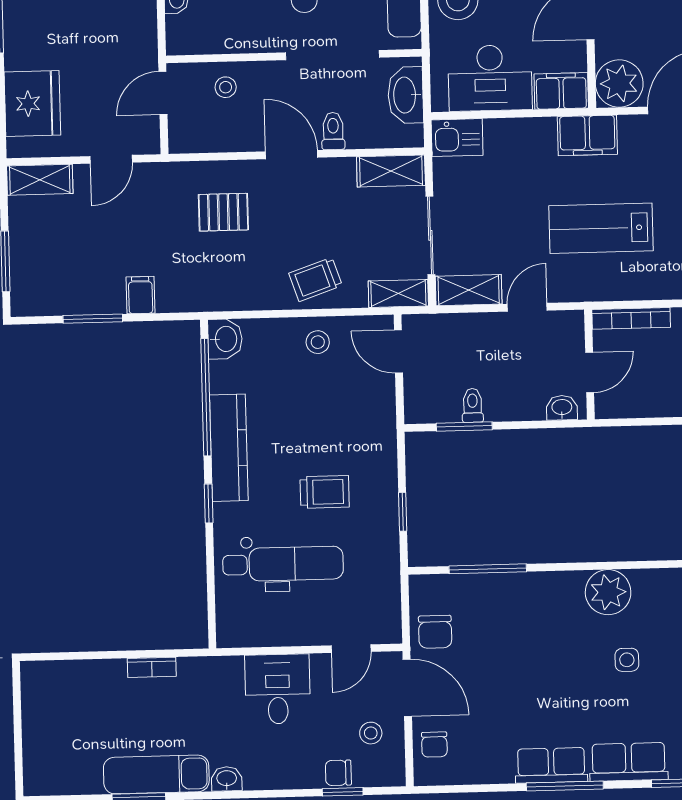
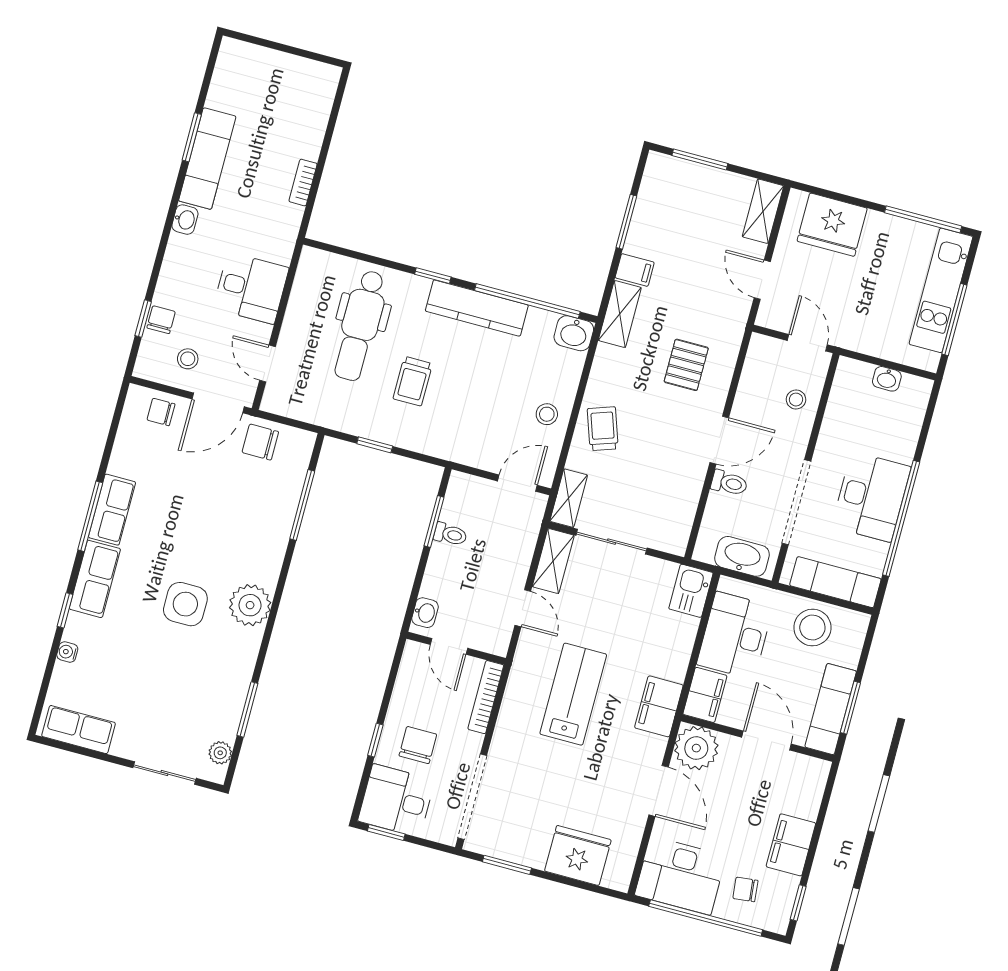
shelving: (391, 171) -> (620, 314), moved
side table: (627, 660) -> (185, 604), width x1.87, depth x1.87

